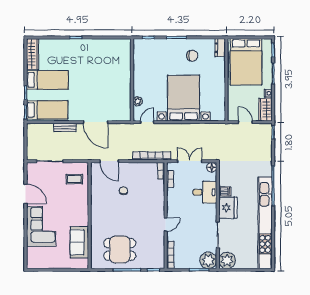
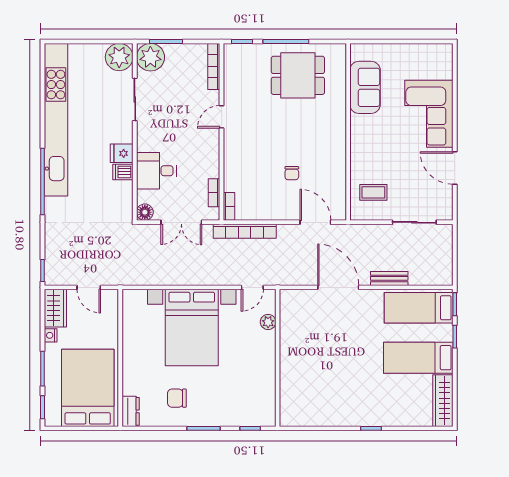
fridge: (228, 208) -> (122, 153), width x0.53, depth x0.75

